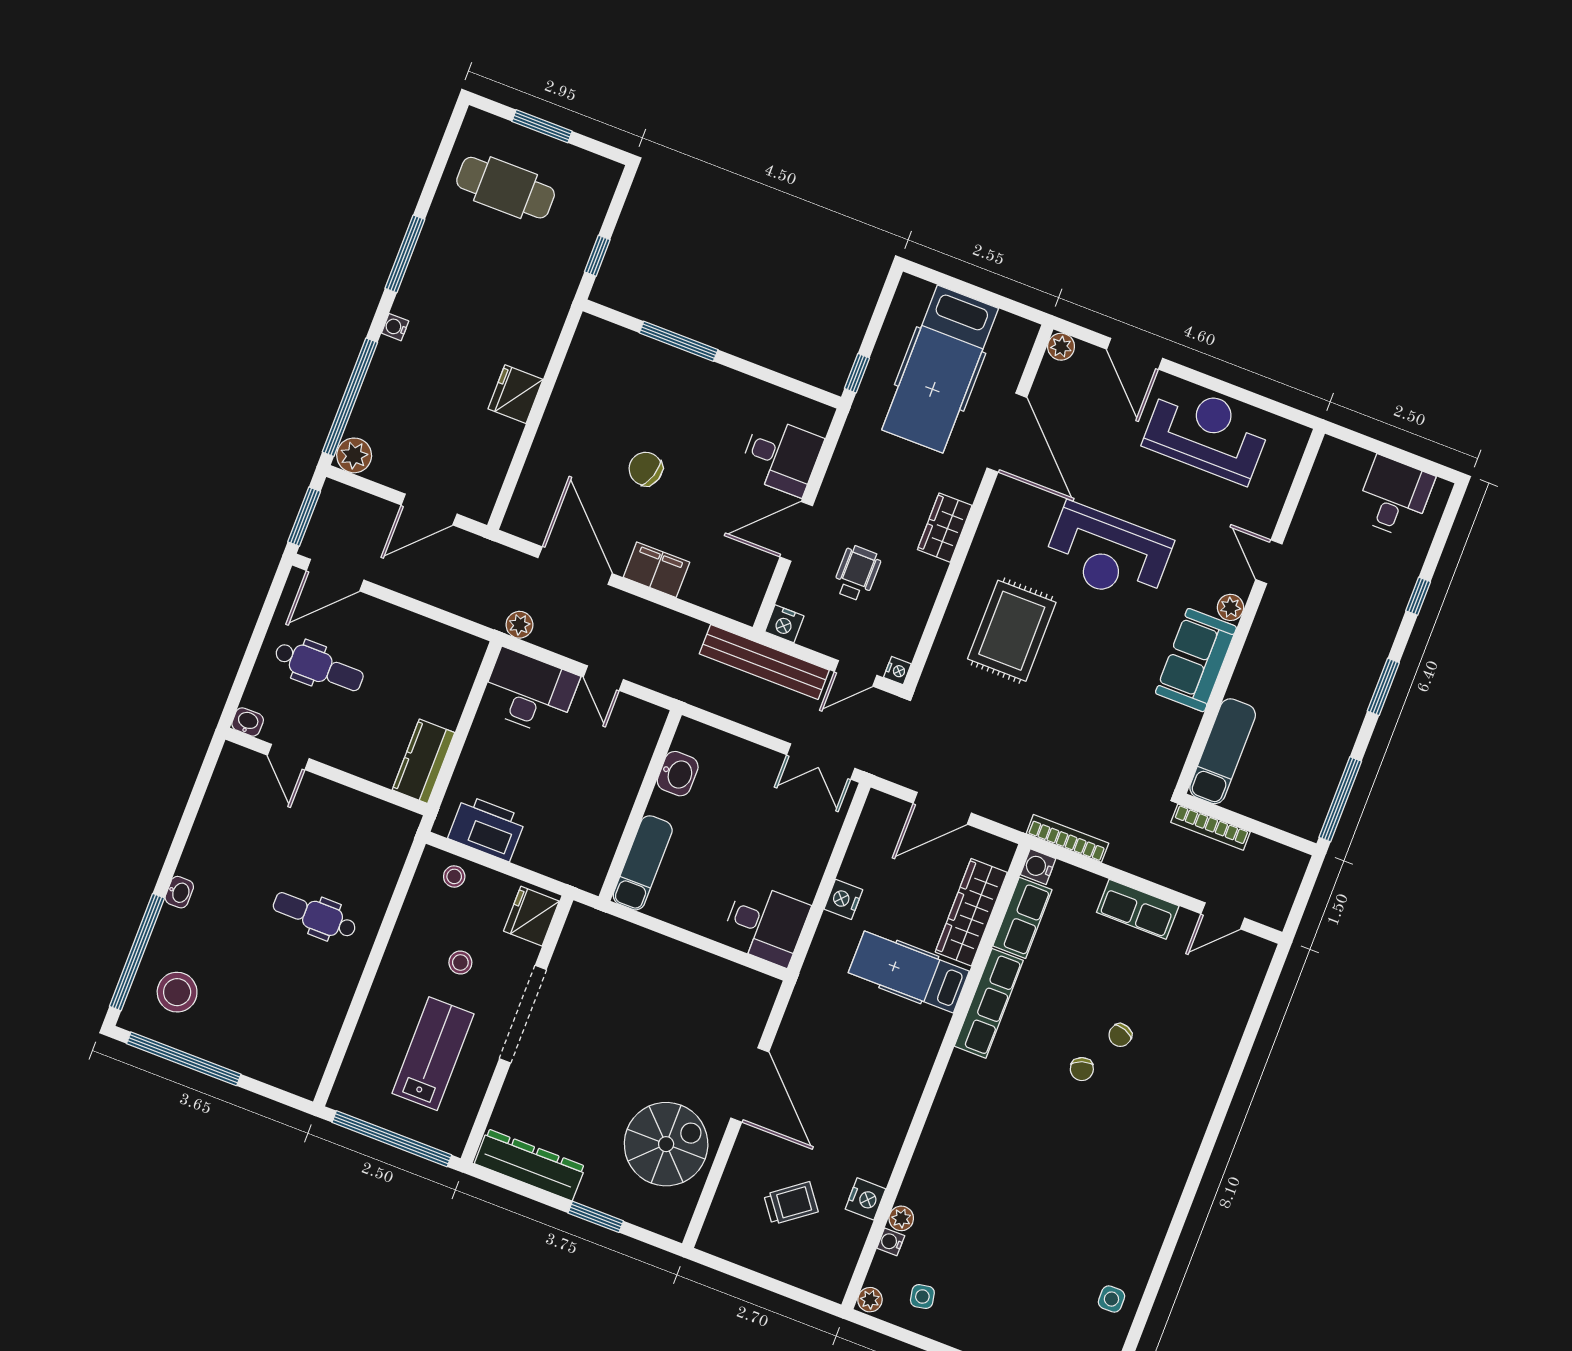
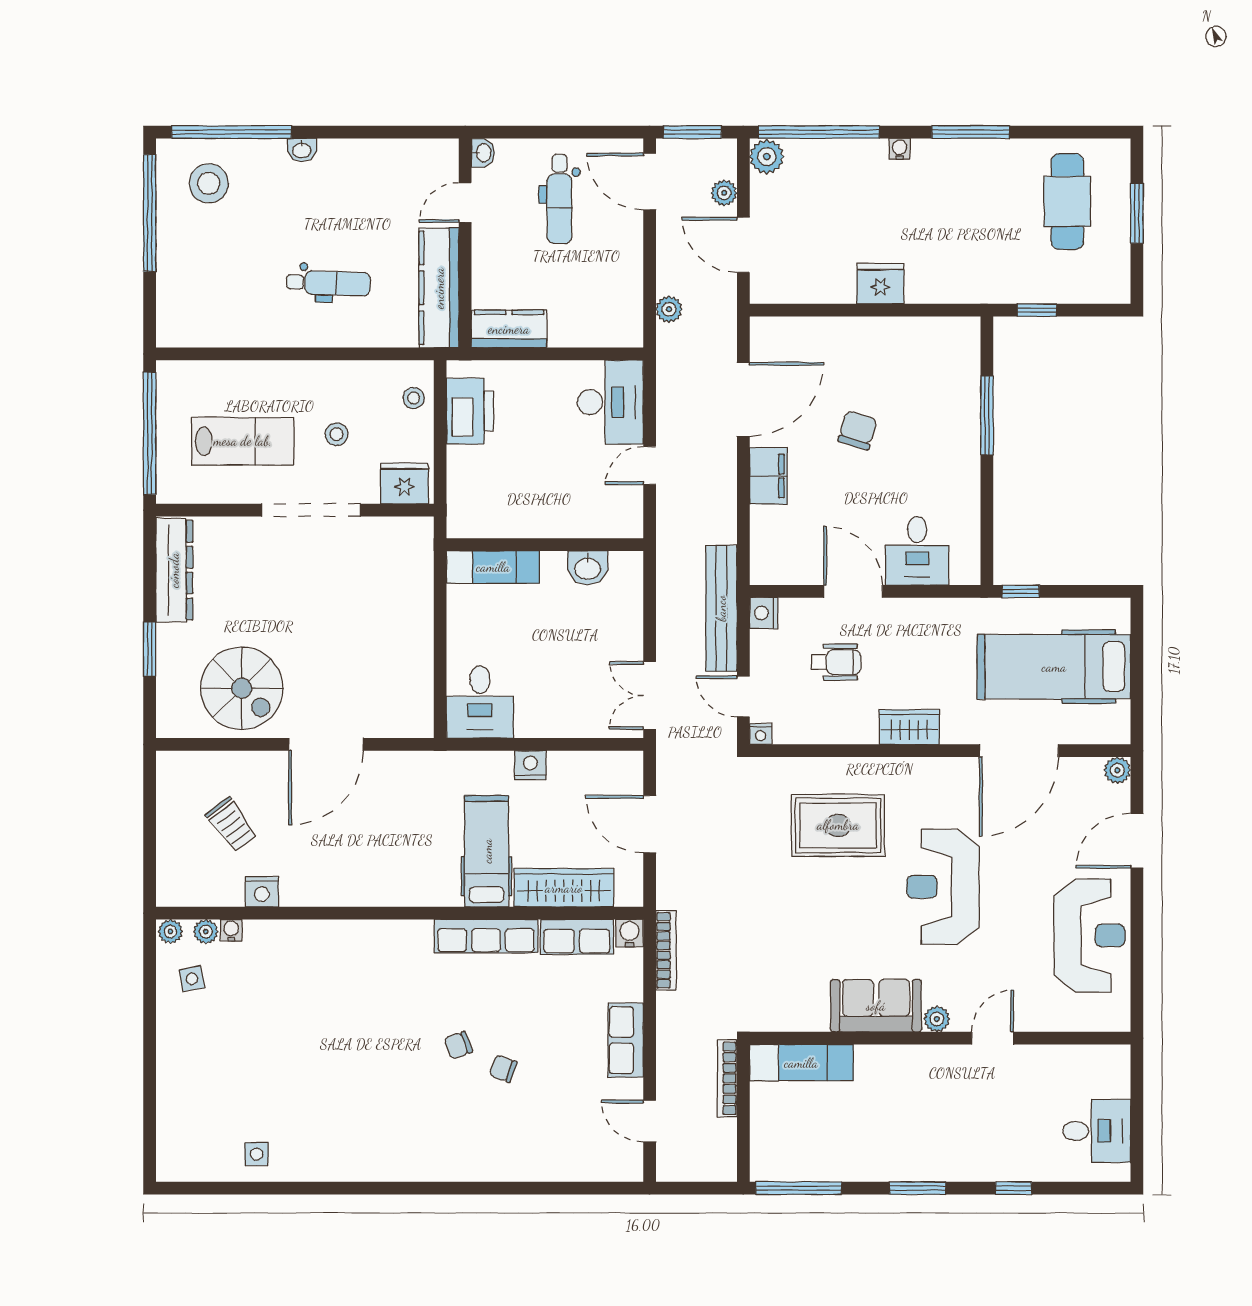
plant: (373, 509) -> (724, 193), added
plant: (519, 625) -> (669, 309), moved
kitchen counter: (359, 813) -> (439, 288), added
dental chair: (315, 915) -> (328, 283), turned 92
plant: (901, 1218) -> (206, 932), moved

